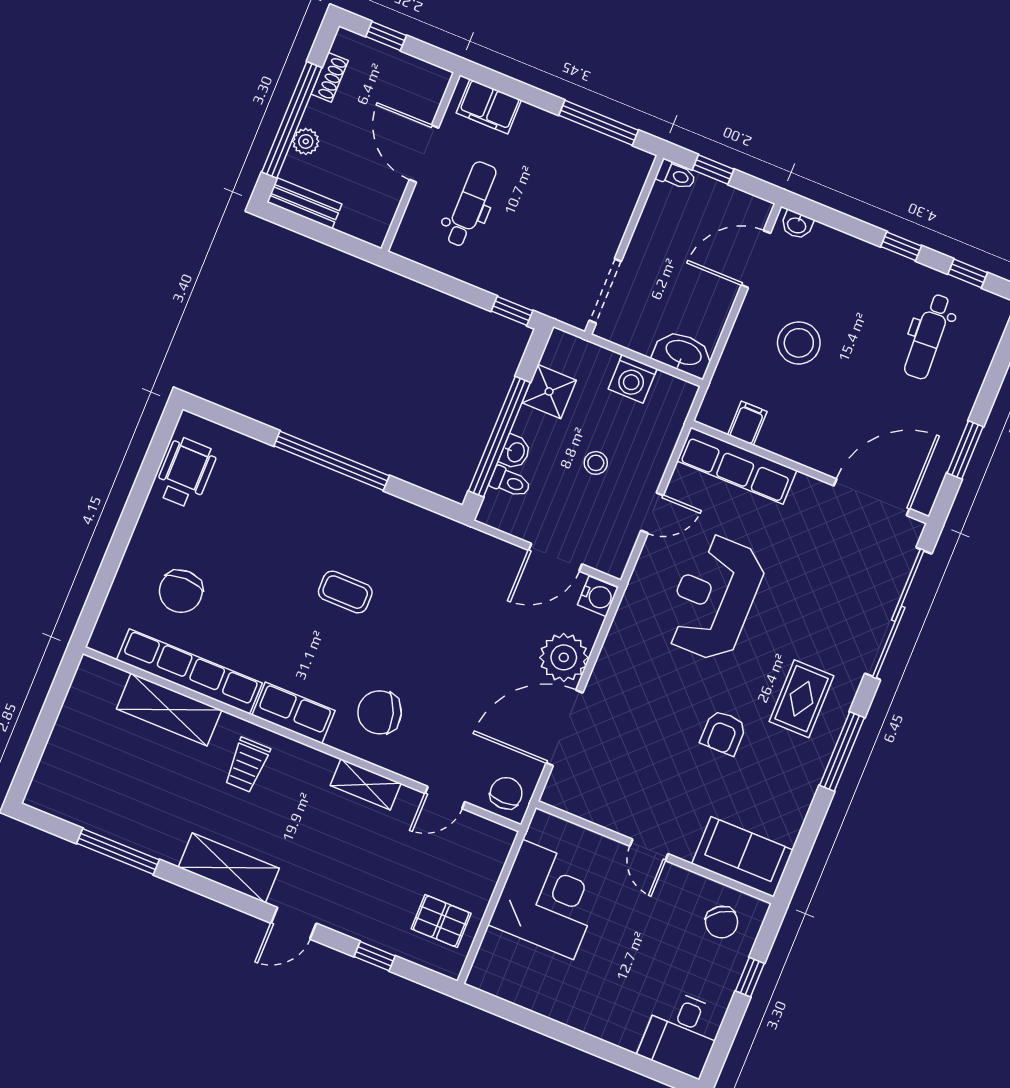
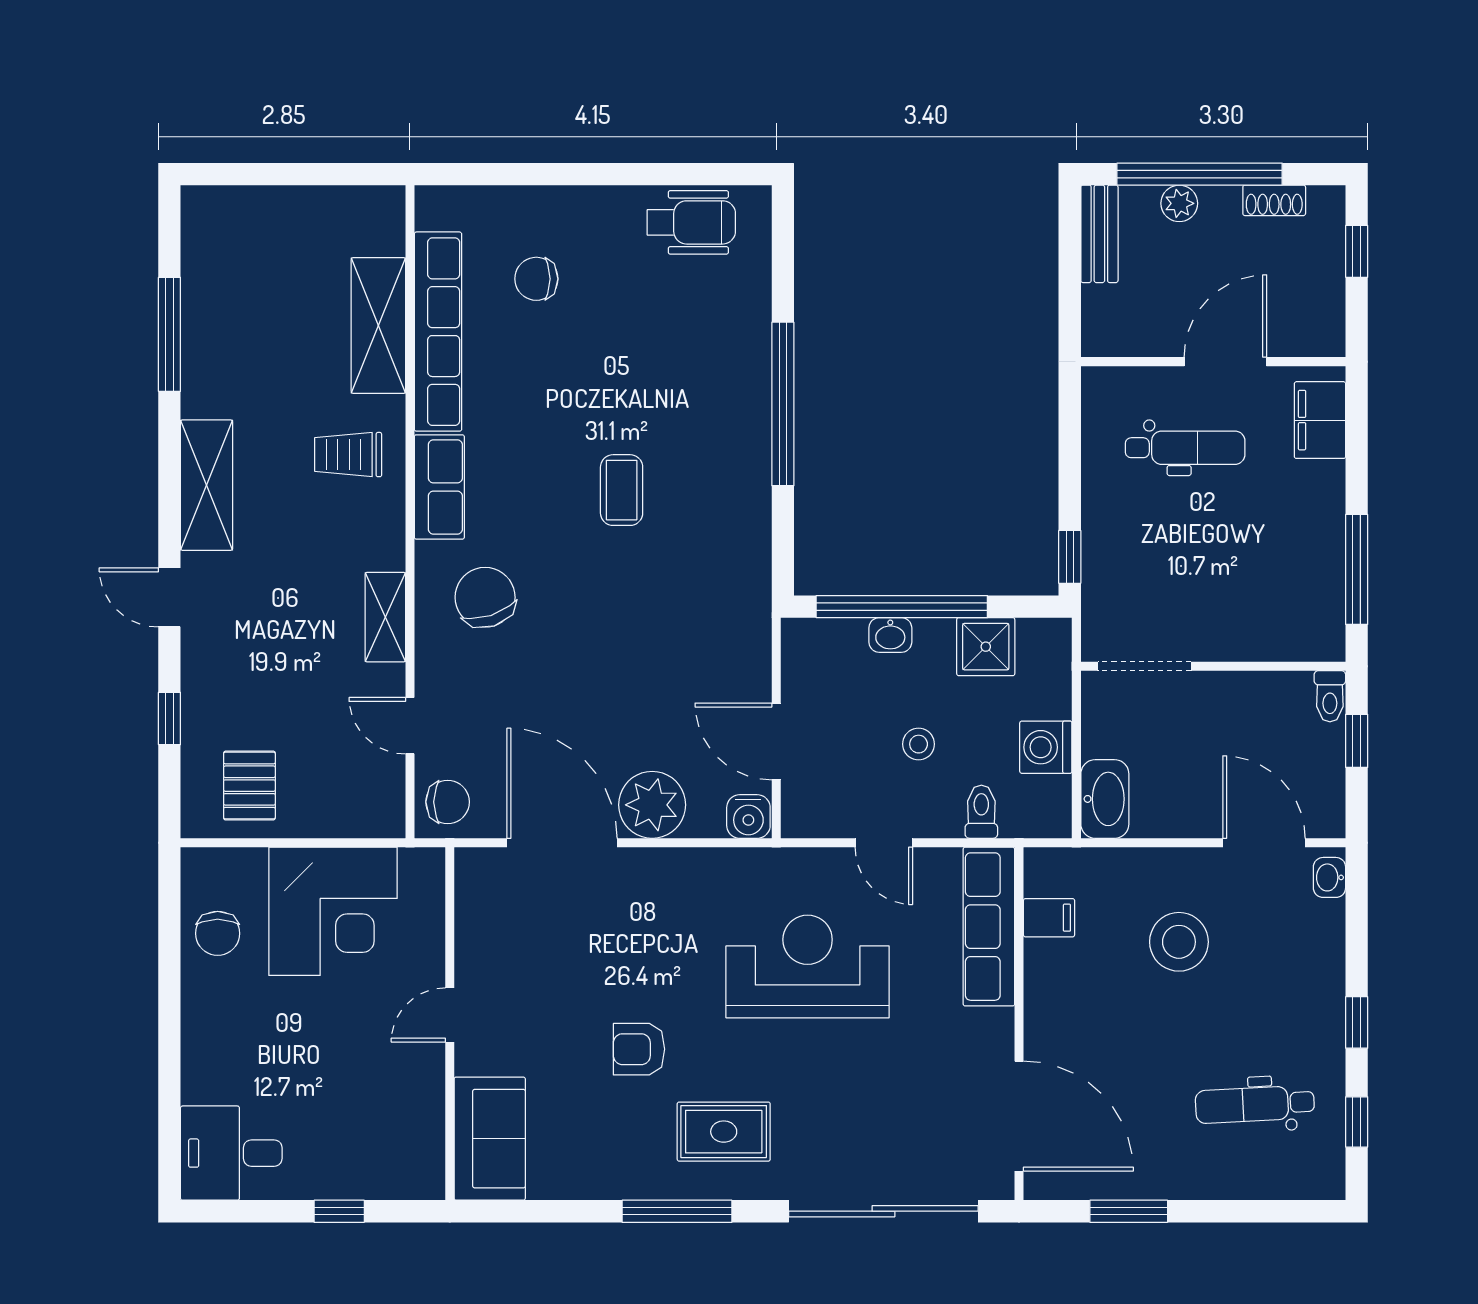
toilet: (510, 482) -> (981, 812), moved, turned 180
chair: (181, 591) -> (536, 279), width x0.73, depth x0.73
chair: (722, 922) -> (218, 933), moved, turned -55

